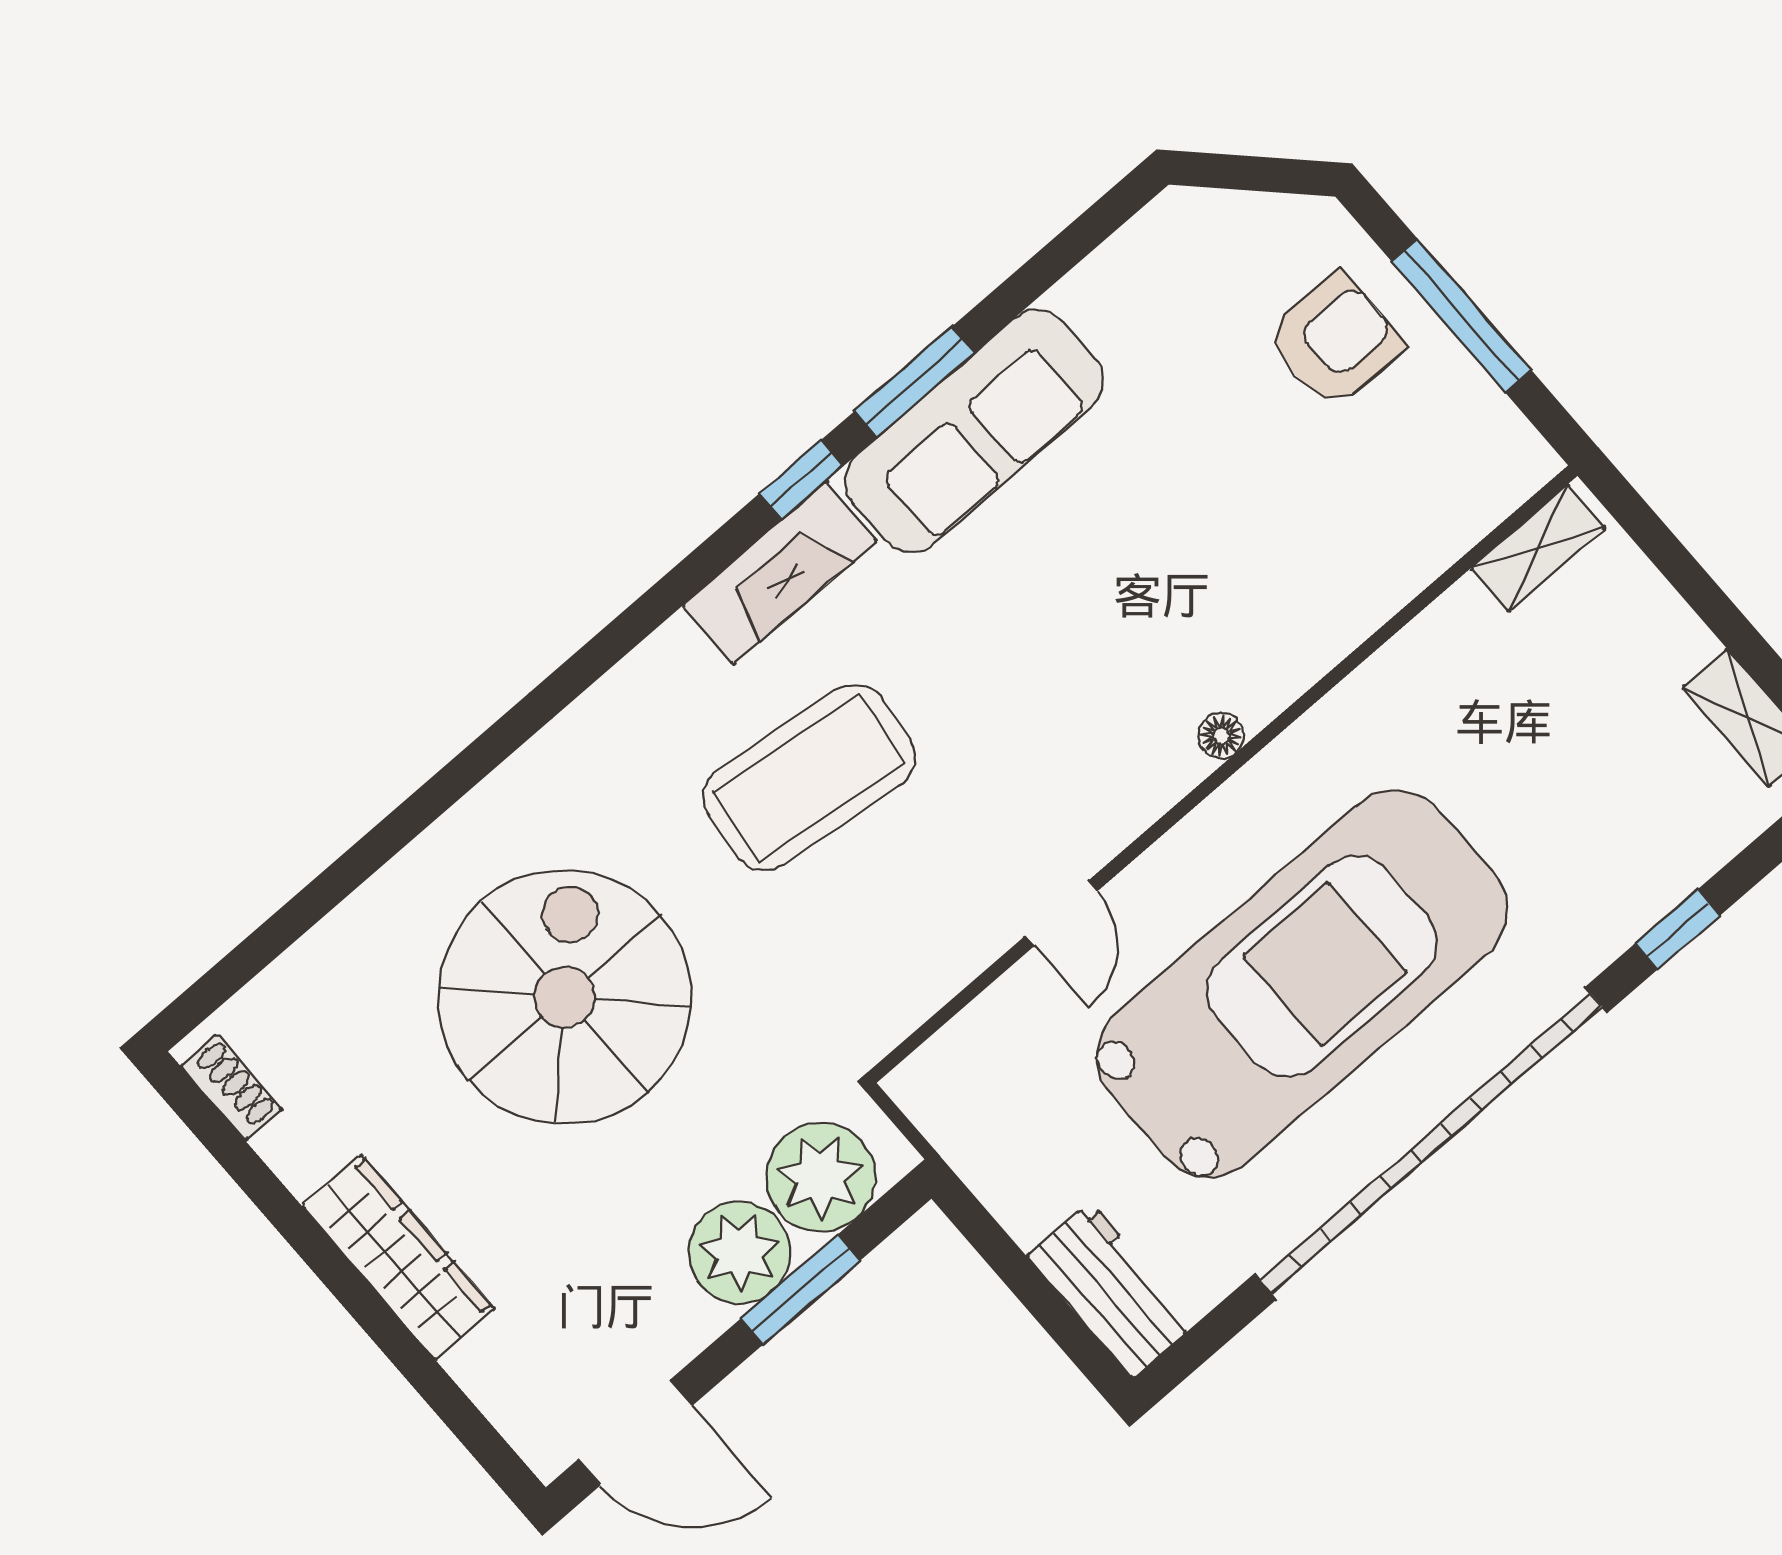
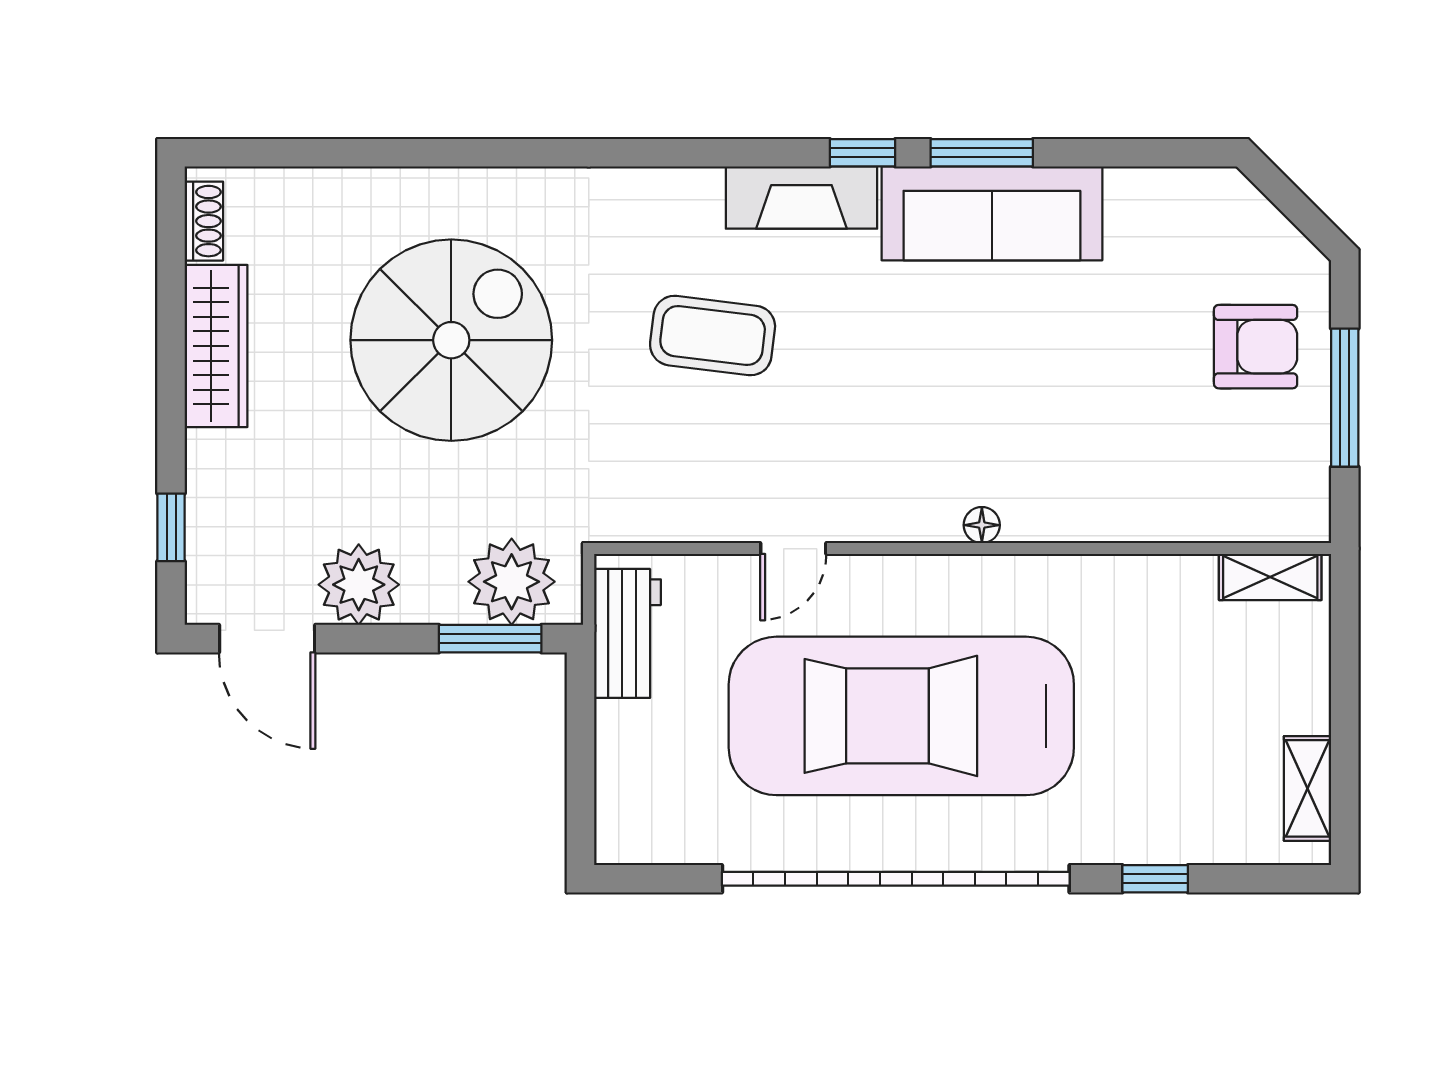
coffee table: (809, 777) -> (713, 336), width x0.73, depth x0.76
car: (1302, 984) -> (901, 716), turned 180
plant: (739, 1252) -> (359, 585), moved
wardrobe: (398, 1257) -> (216, 346), moved
window: (800, 1290) -> (490, 639), moved
workbench: (1111, 1290) -> (627, 633), moved
window: (452, 1406) -> (171, 527), added

